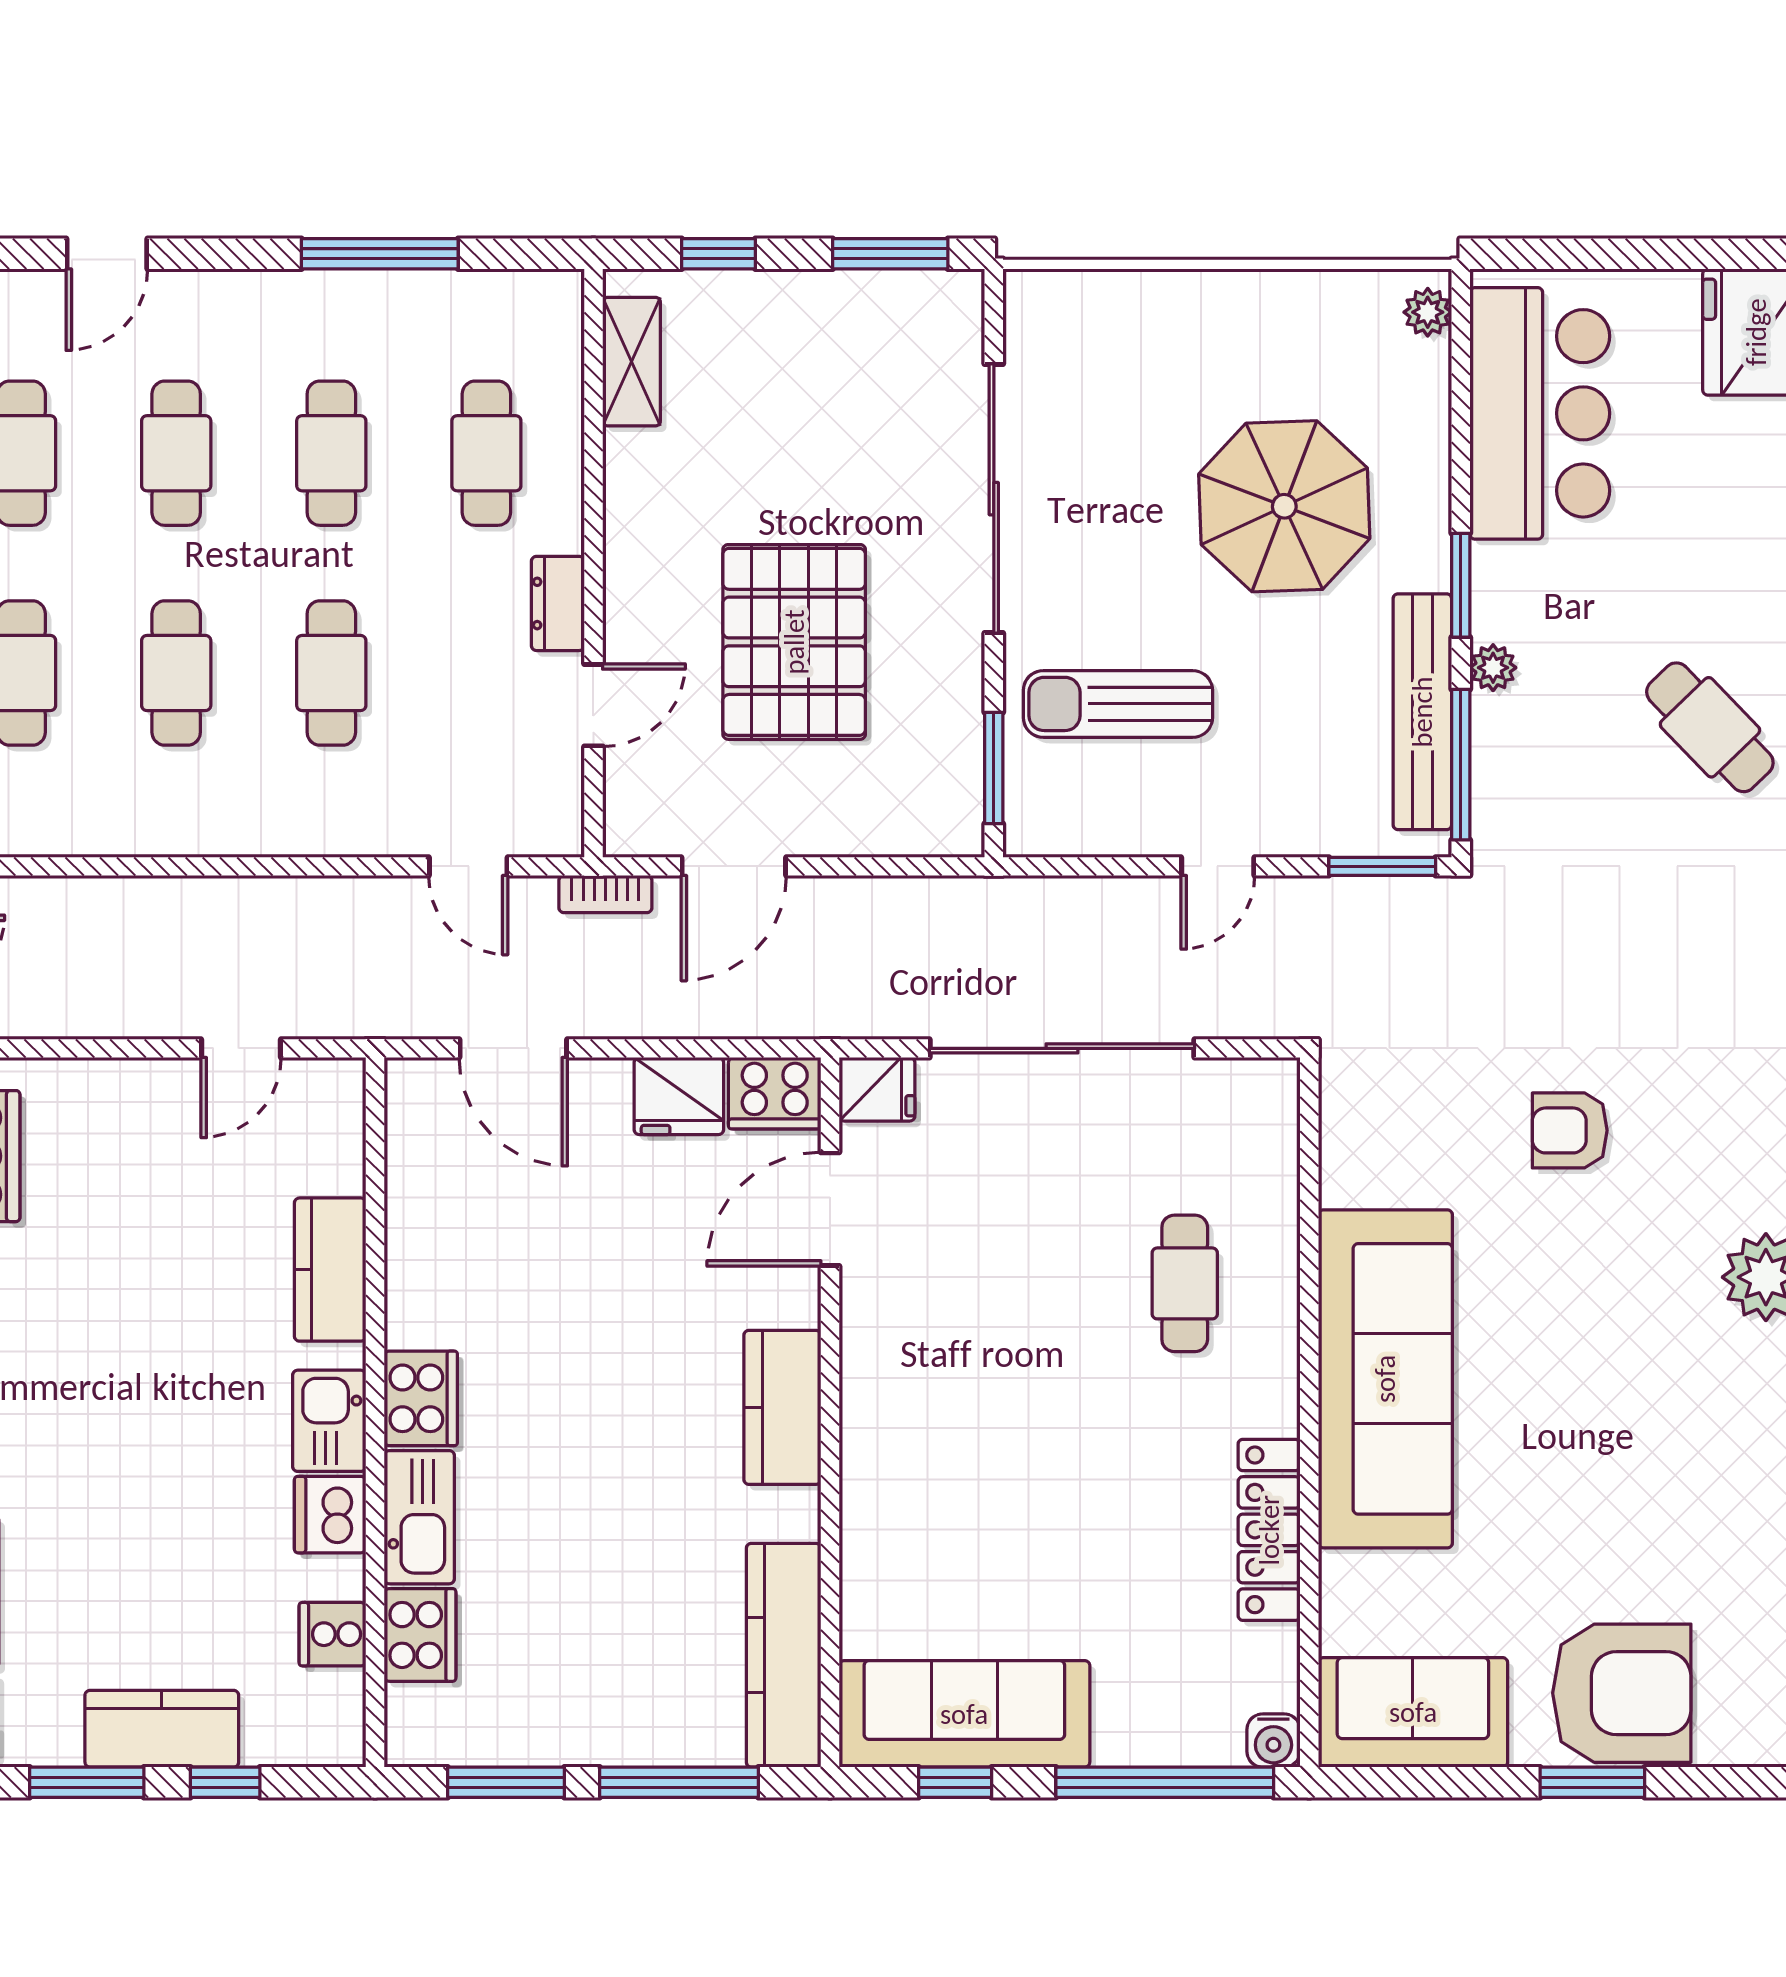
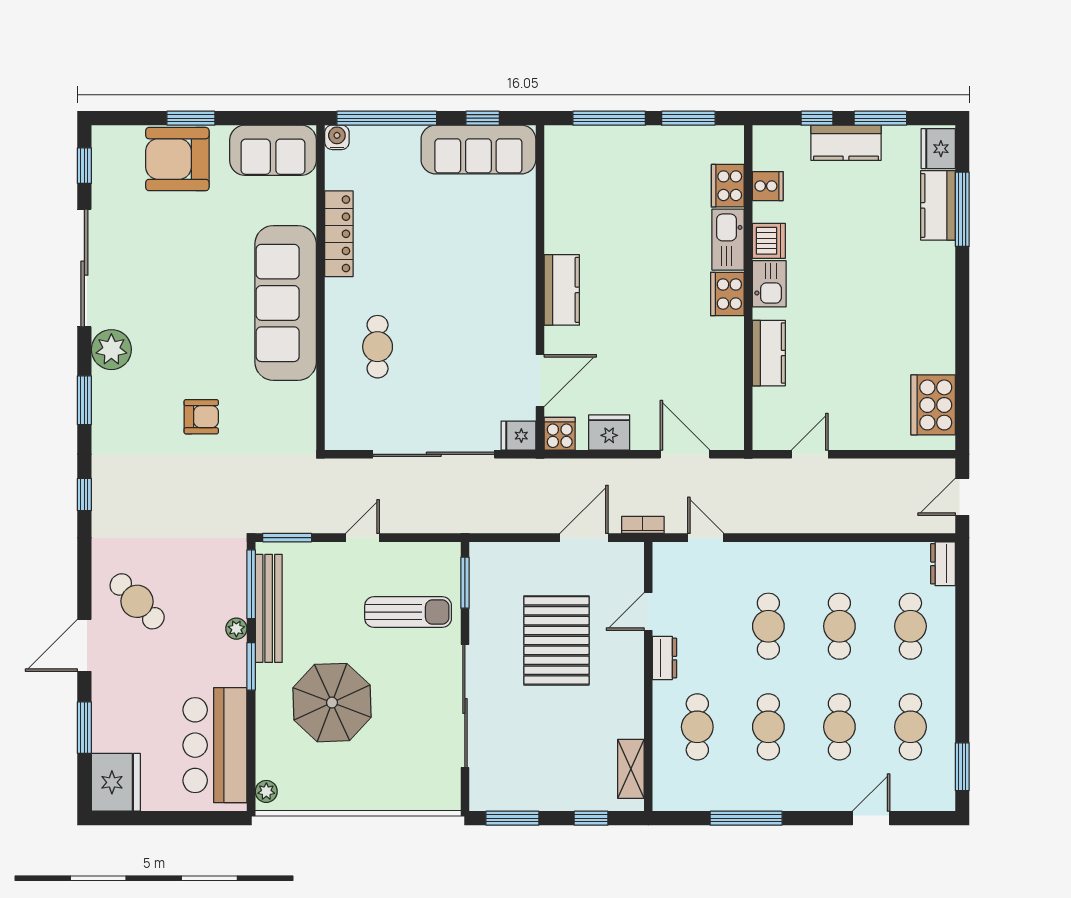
cooker: (775, 1093) -> (560, 434), width x0.73
kitchen counter: (784, 1655) -> (561, 176), removed

